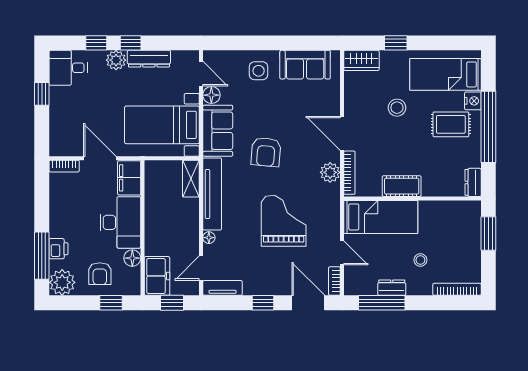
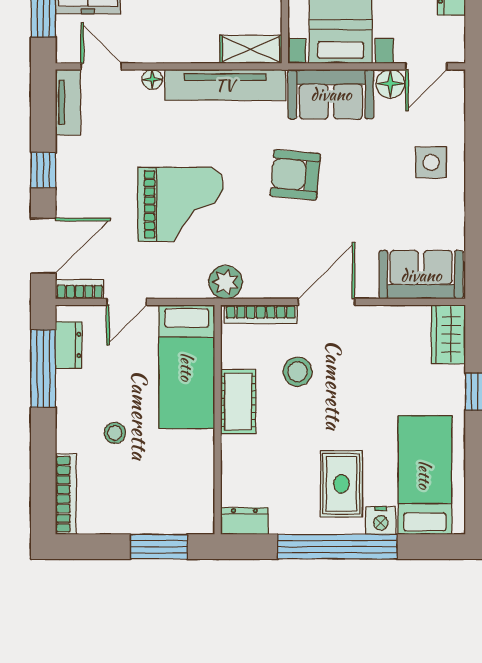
sofa: (305, 65) -> (421, 275), moved, turned 90
stool: (397, 108) -> (298, 372), moved
plant: (330, 172) -> (226, 282), moved
dresser: (392, 288) -> (69, 345), moved

